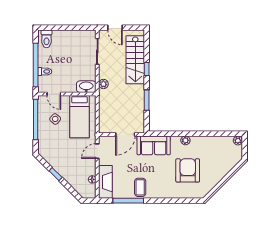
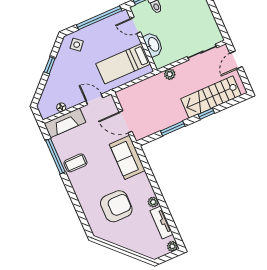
washbasin: (86, 87) -> (153, 45), moved
door: (54, 94) -> (135, 25), hinge flipped
side table: (55, 119) -> (77, 45), moved
plant: (185, 140) -> (153, 202), moved
tv unit: (216, 141) -> (162, 222), added

